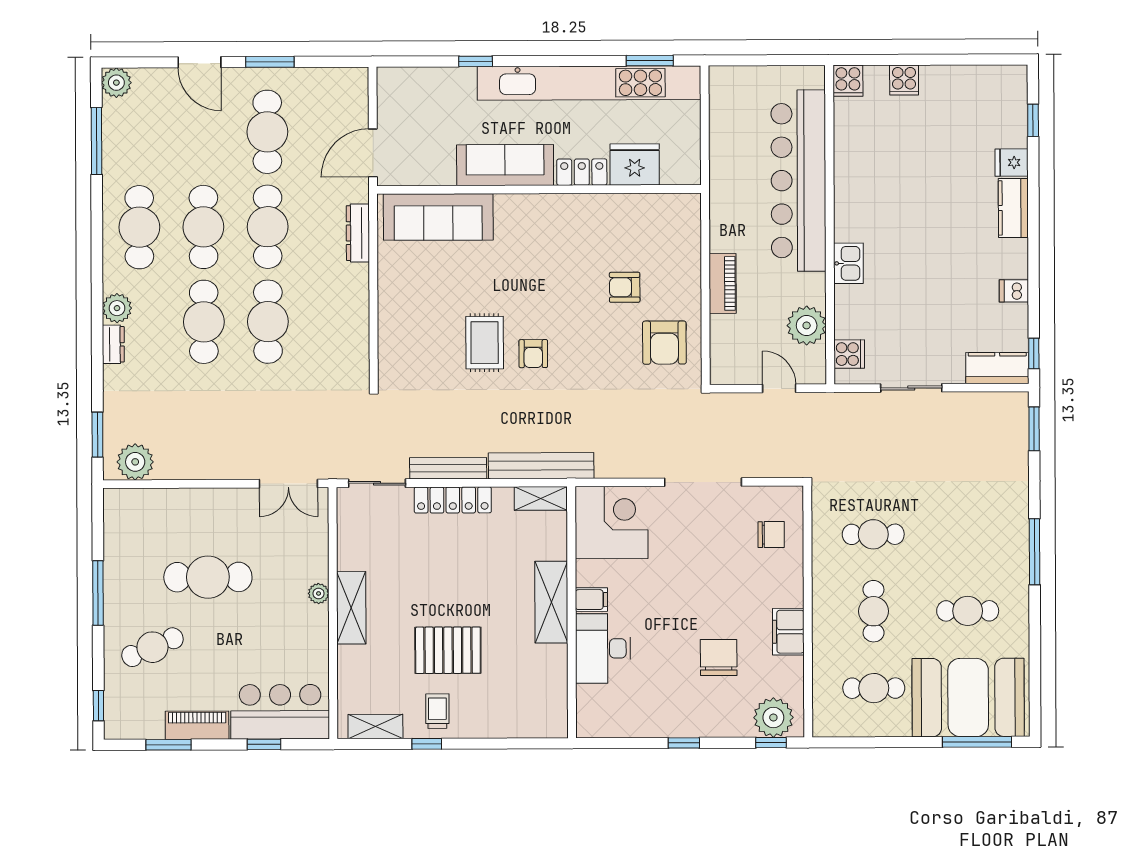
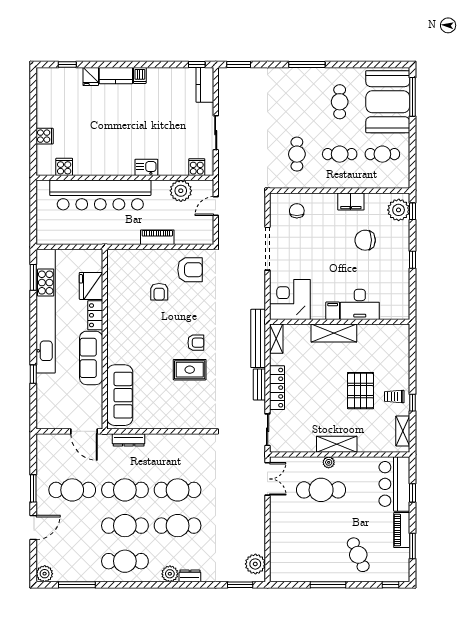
cooker: (848, 81) -> (64, 167), moved, turned -90
dishwasher: (1014, 291) -> (140, 75), moved
bench: (448, 468) -> (259, 384), width x0.73
cafe table: (208, 577) -> (321, 490), moved, turned 90
cafe table: (874, 688) -> (382, 154), turned 90

